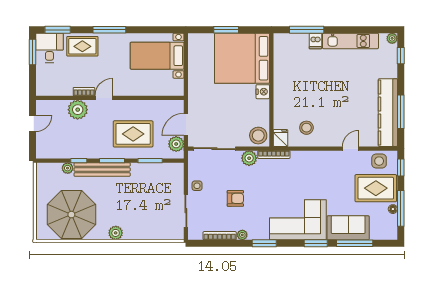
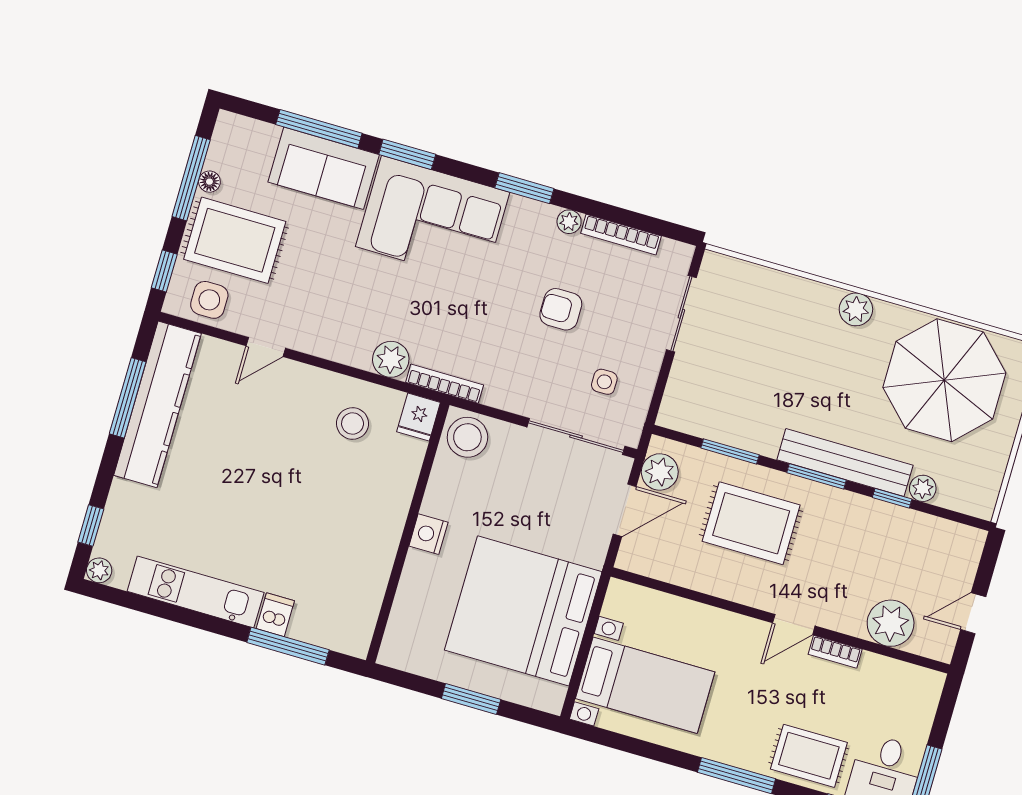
bed: (242, 58) -> (523, 611), moved, turned 180
plant: (78, 110) -> (891, 623), moved
plant: (249, 158) -> (391, 359), moved
side table: (197, 186) -> (604, 382), moved

